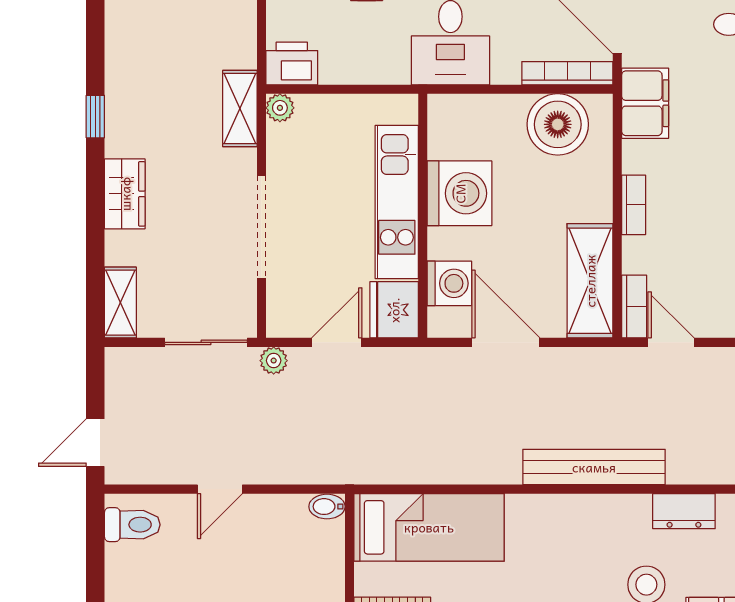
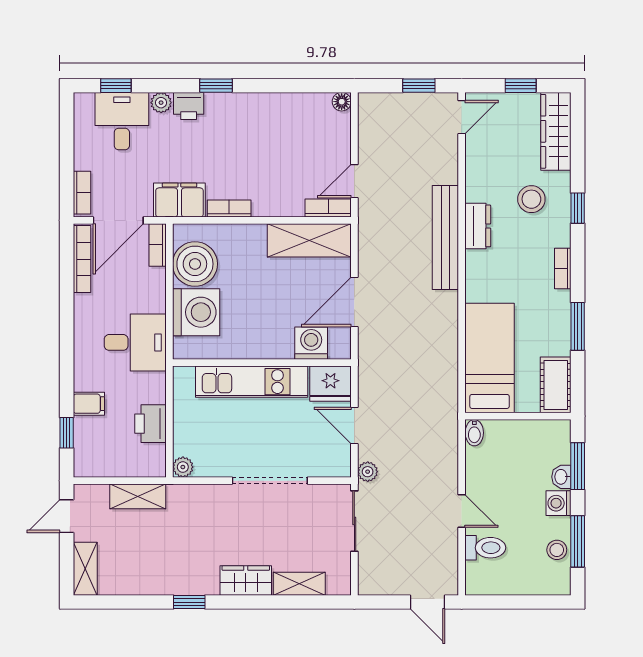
printer: (292, 63) -> (150, 424), moved
bookcase: (567, 73) -> (158, 245), width x0.64
shelving: (240, 109) -> (138, 496), moved
washing machine: (460, 193) -> (196, 312), moved, turned 90
bookcase: (634, 205) -> (229, 209), moved
shelving: (120, 303) -> (299, 584), moved
dresser: (684, 511) -> (478, 226), moved
toilet: (132, 525) -> (485, 548), moved, turned 90

